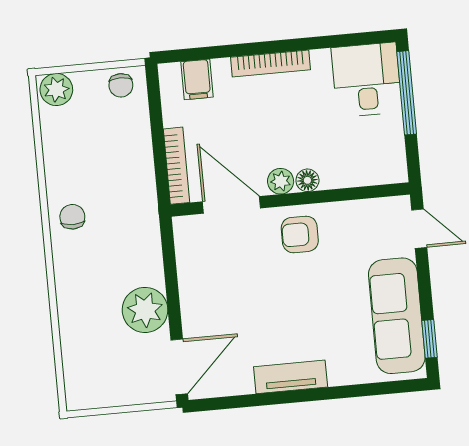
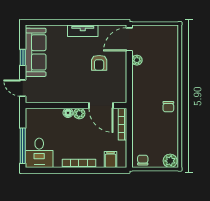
armchair: (300, 234) -> (99, 63), moved, turned 90
plant: (145, 310) -> (137, 60), width x0.53, depth x0.53
window: (429, 339) -> (23, 57), moved

